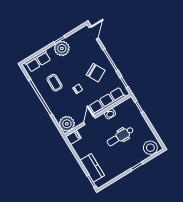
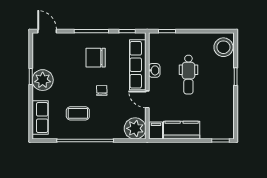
chair: (96, 73) -> (96, 58), turned -152
kitchen counter: (92, 168) -> (182, 130), moved

